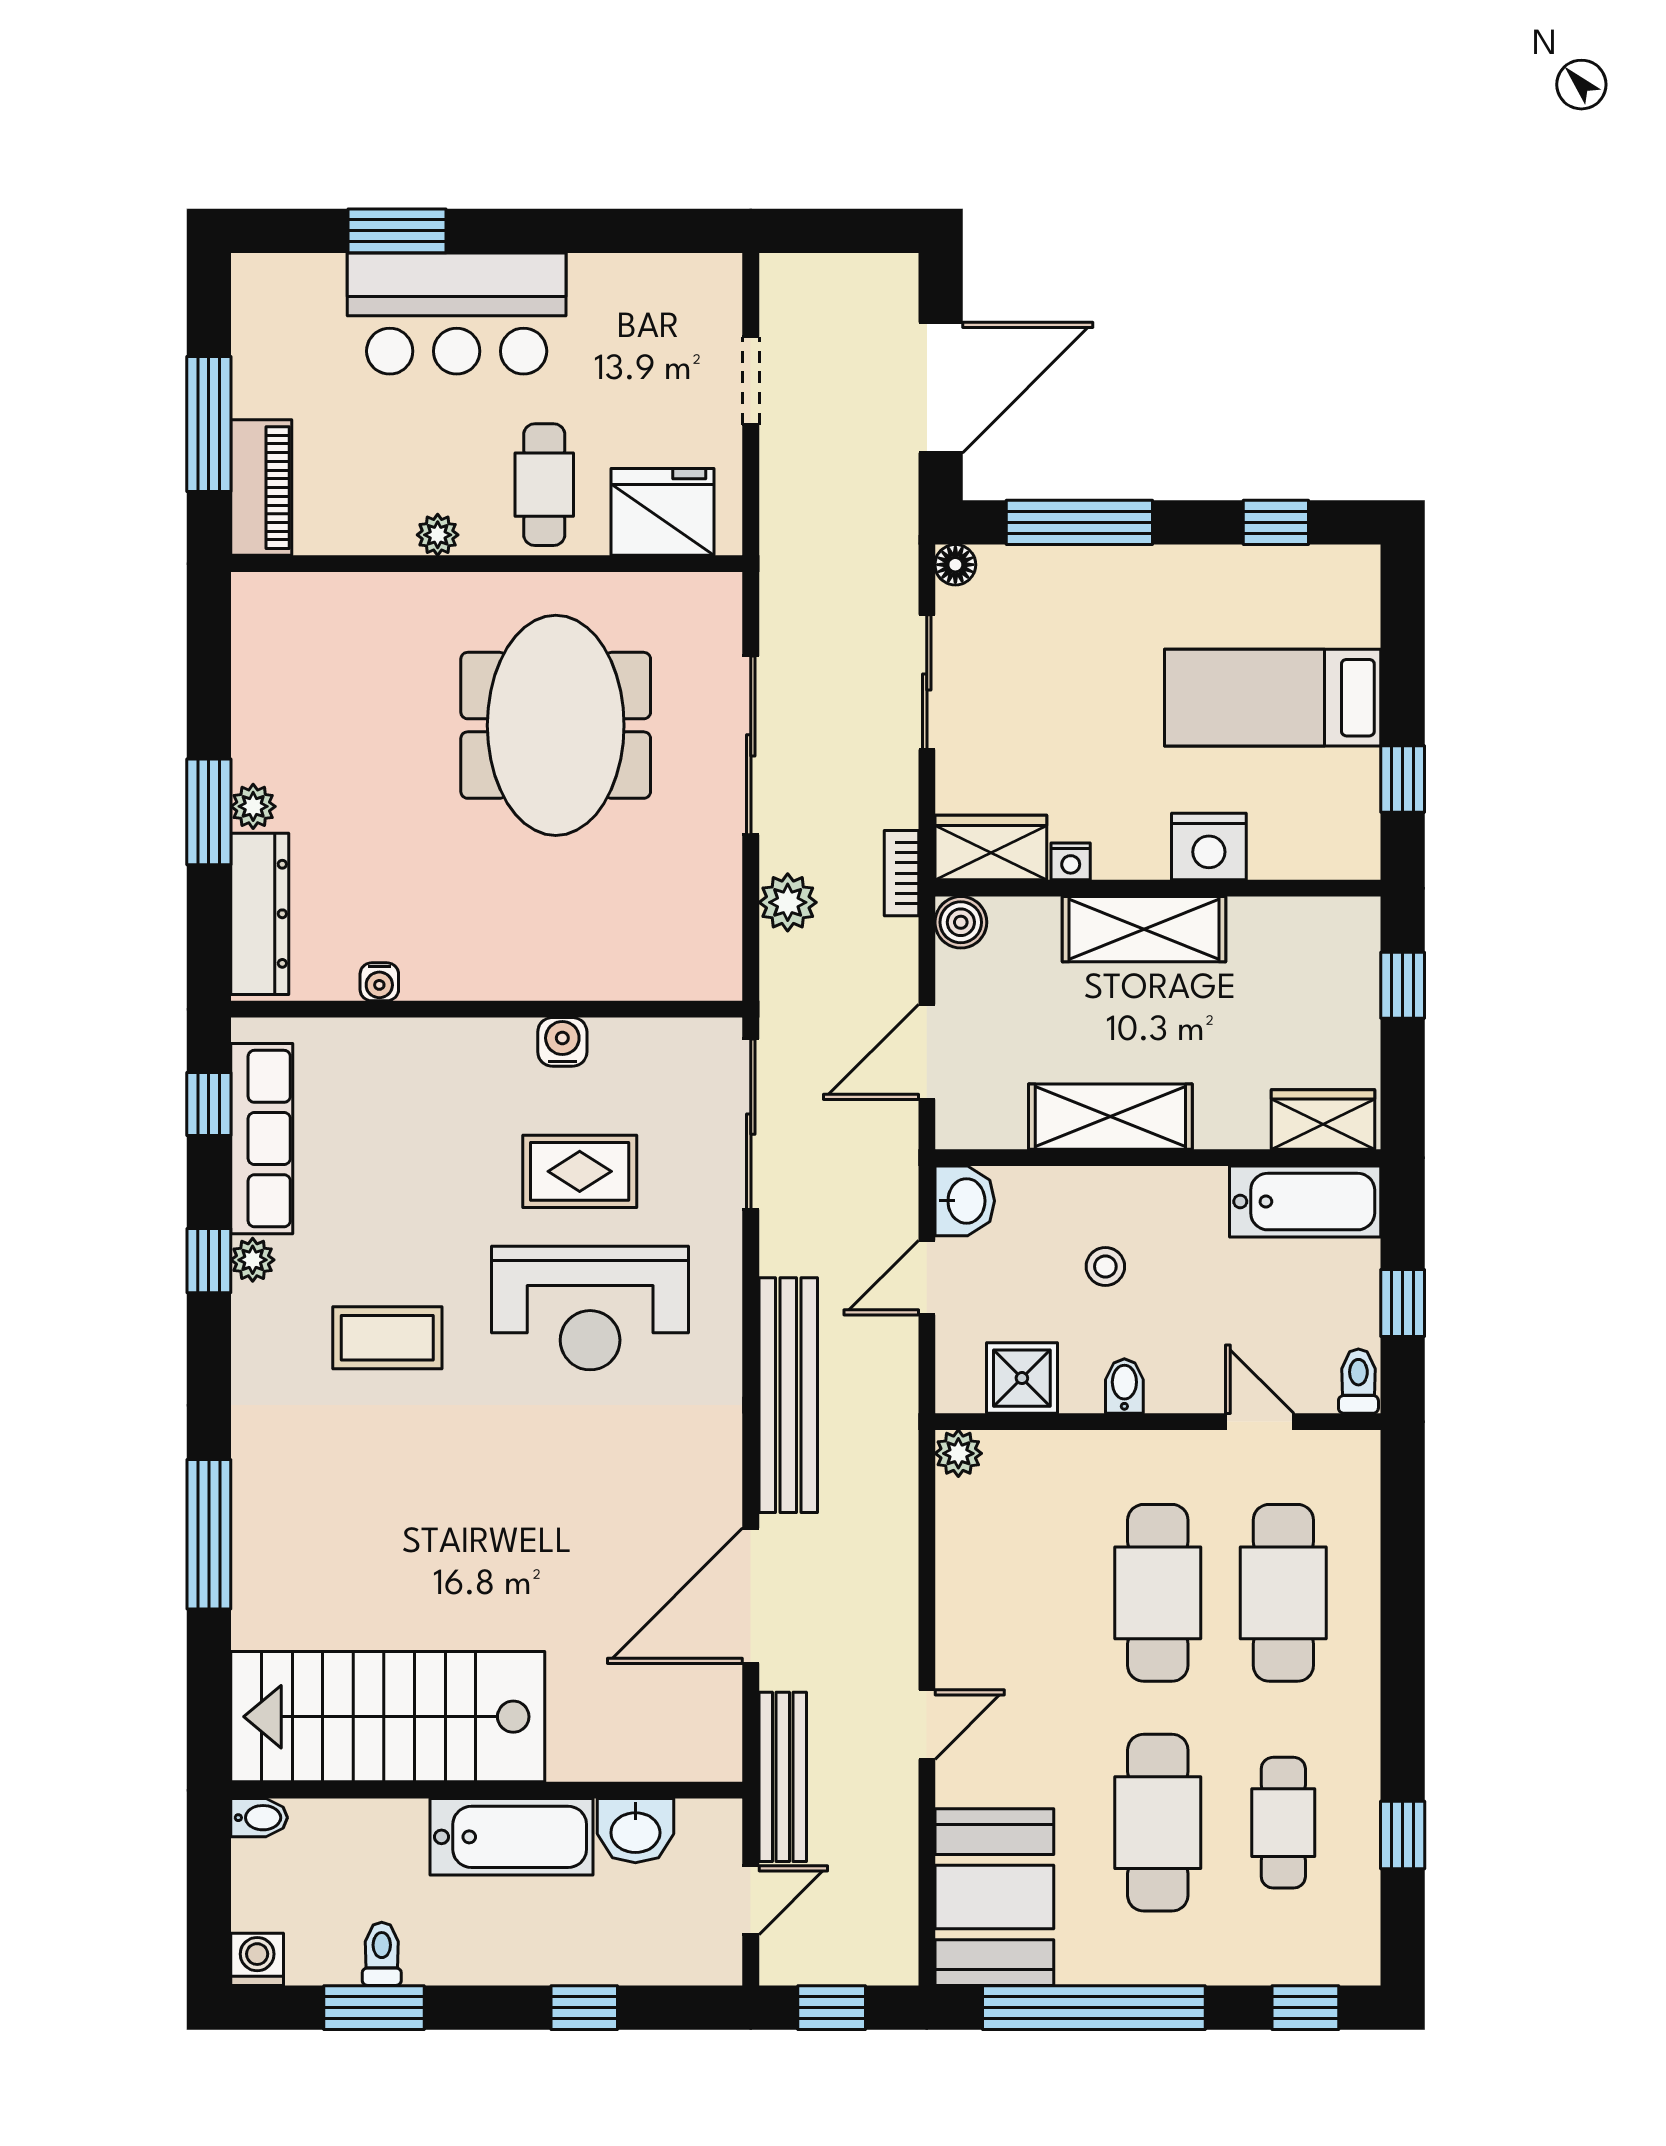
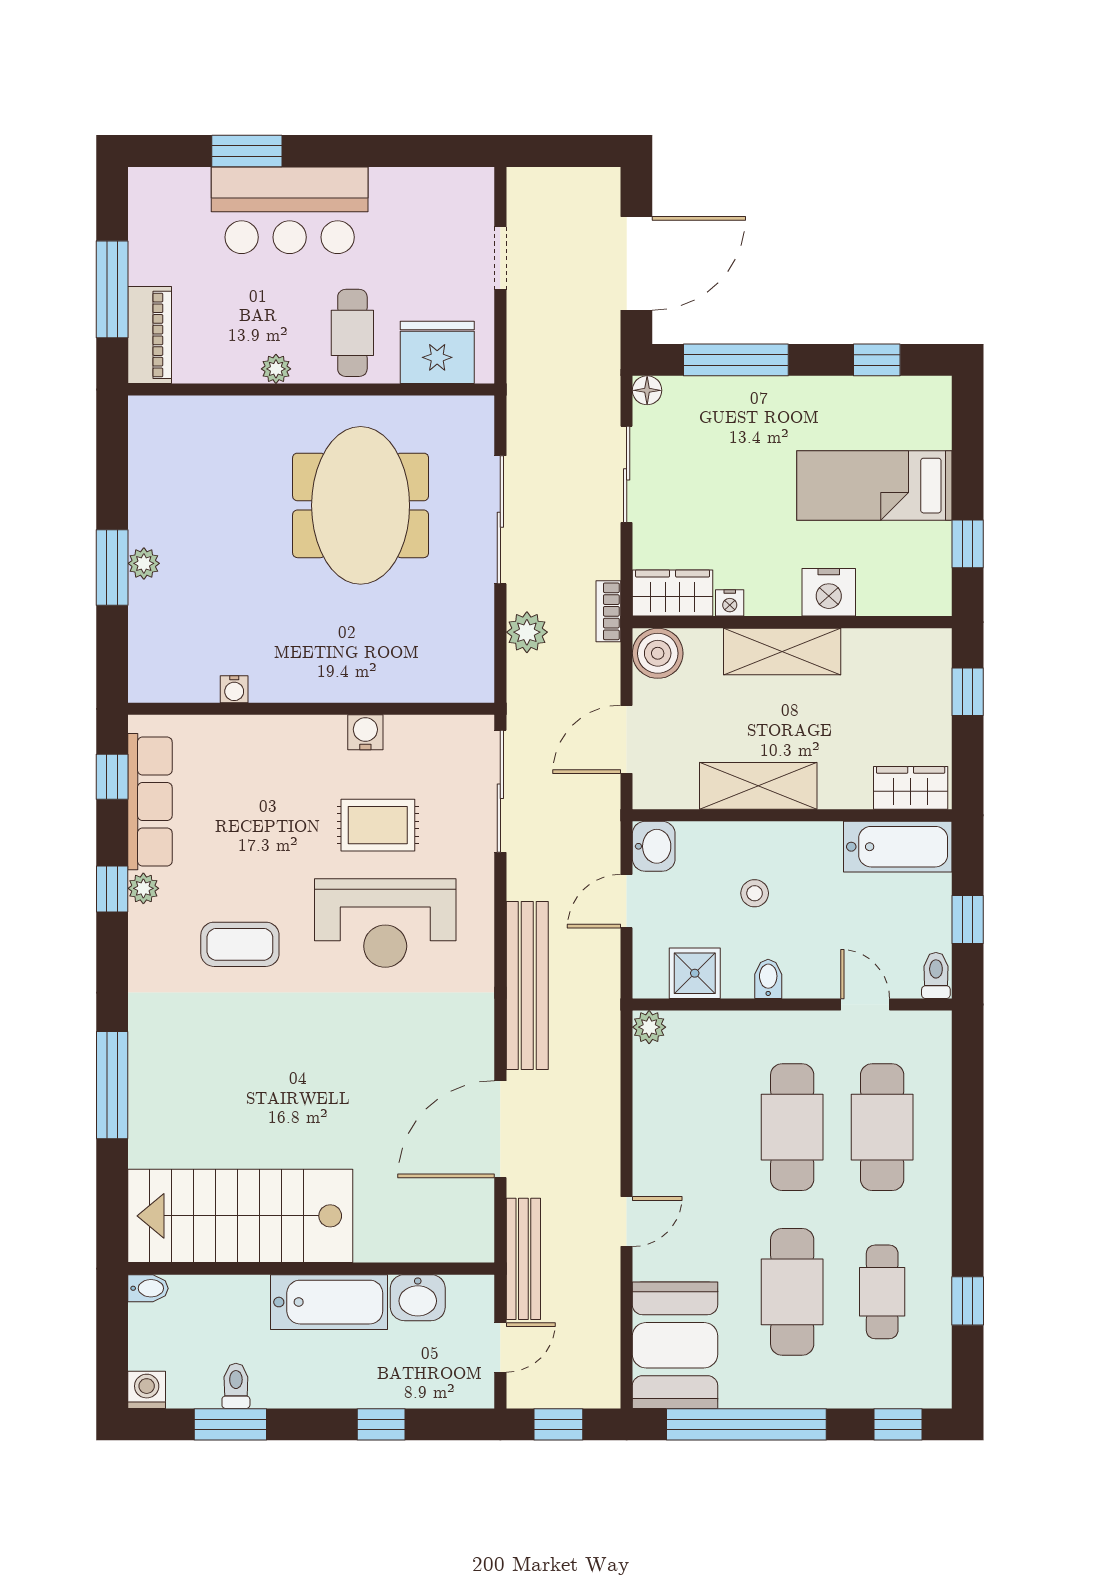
dresser: (260, 914) -> (149, 640), removed
boiler: (961, 922) -> (658, 653), width x1.36, depth x1.36

